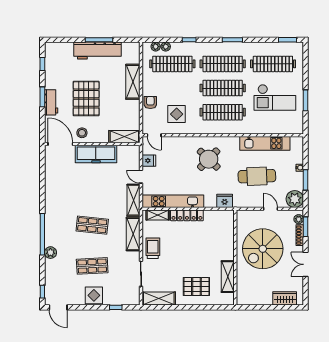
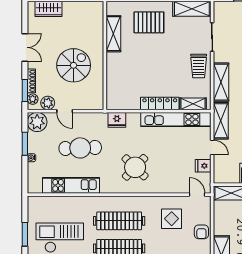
plant: (285, 216) -> (48, 103), added
spiral stairs: (263, 249) -> (74, 65), width x0.73, depth x0.73

